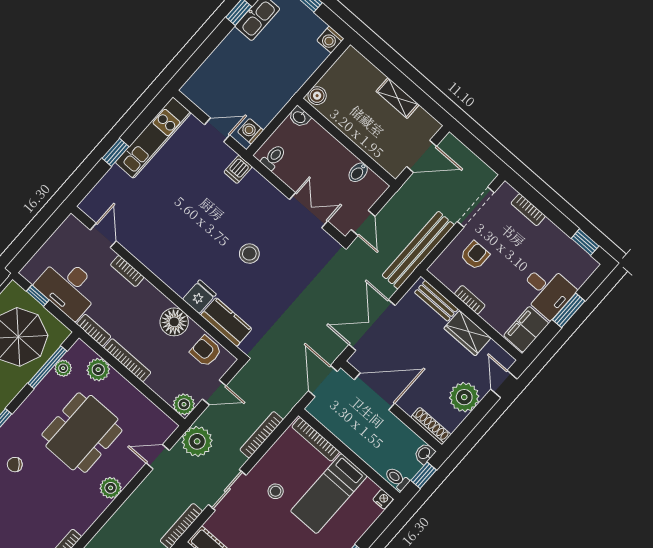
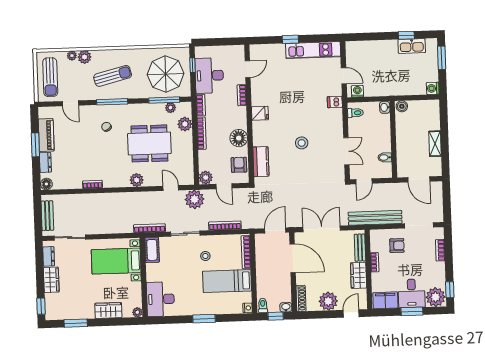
plant: (578, 267) -> (436, 297), added
fridge: (199, 297) -> (260, 113), moved

